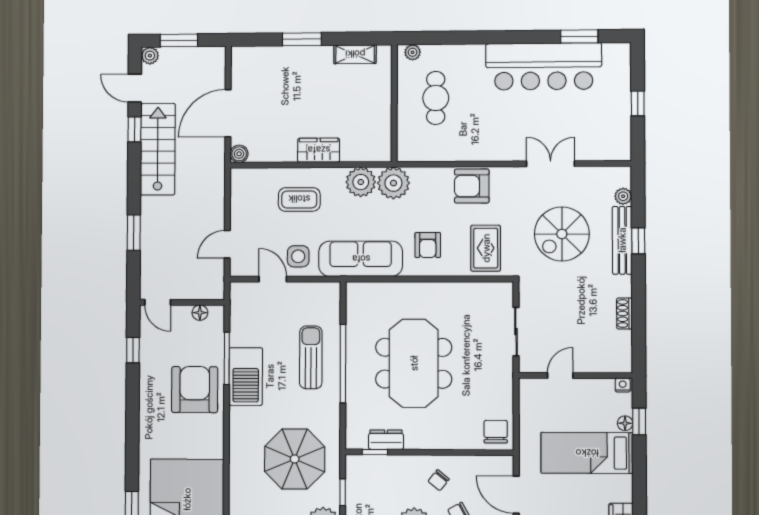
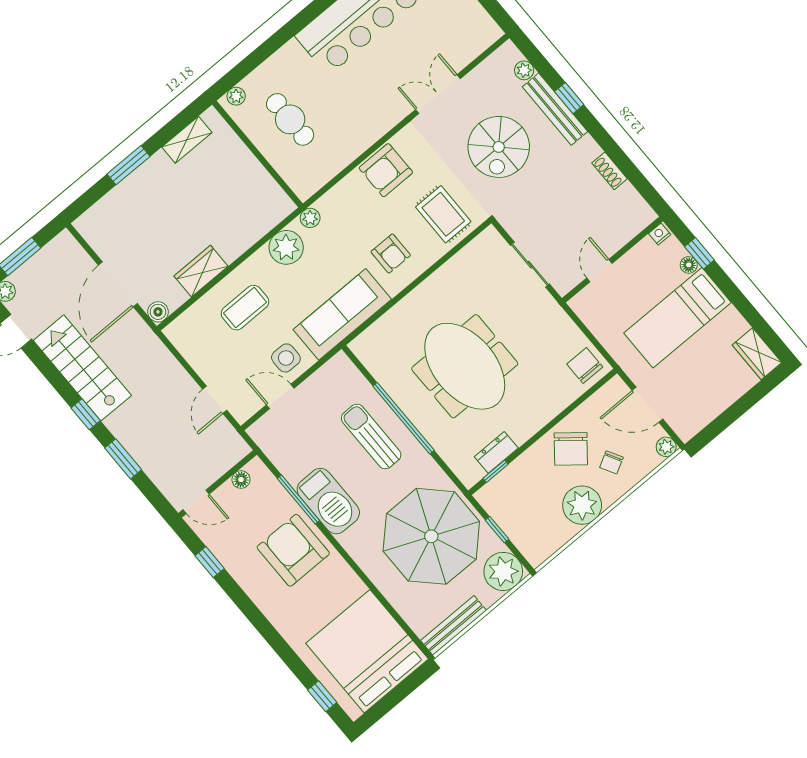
window: (134, 129) -> (86, 414), moved
wardrobe: (319, 150) -> (201, 271), moved
plant: (393, 183) -> (310, 218), width x0.53, depth x0.53
parasol: (295, 459) -> (431, 536), width x1.36, depth x1.36
chair: (439, 480) -> (571, 449), width x1.87, depth x1.87

